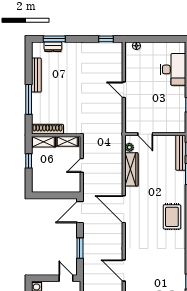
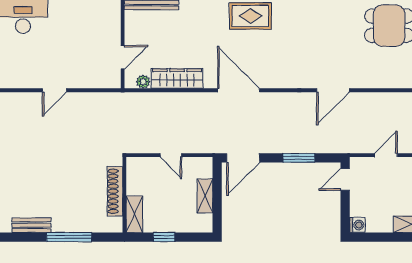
bench: (36, 75) -> (32, 225), width x0.73
shoe rack: (47, 129) -> (115, 191), moved
shelving: (67, 141) -> (205, 196), moved
door: (124, 209) -> (239, 90), swing flipped
door: (80, 212) -> (243, 158), hinge flipped

